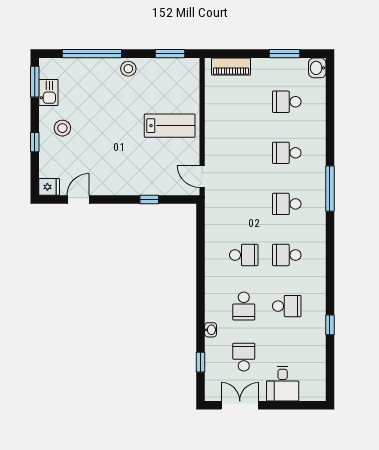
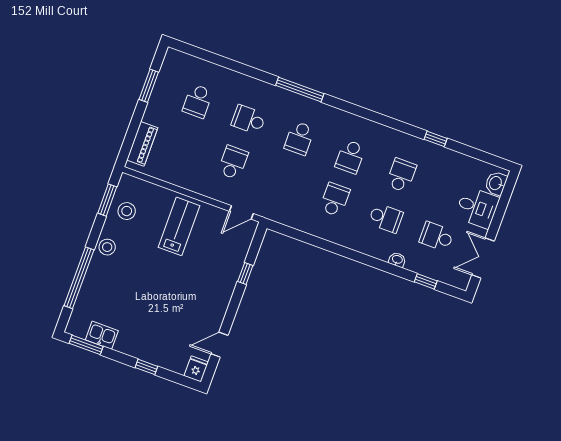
washbasin: (317, 68) -> (496, 183), moved, turned 90
stool: (62, 128) -> (127, 211), moved
school desk: (244, 153) -> (233, 162), added
school desk: (287, 153) -> (249, 120), turned 90
door: (78, 200) -> (219, 345), hinge flipped

